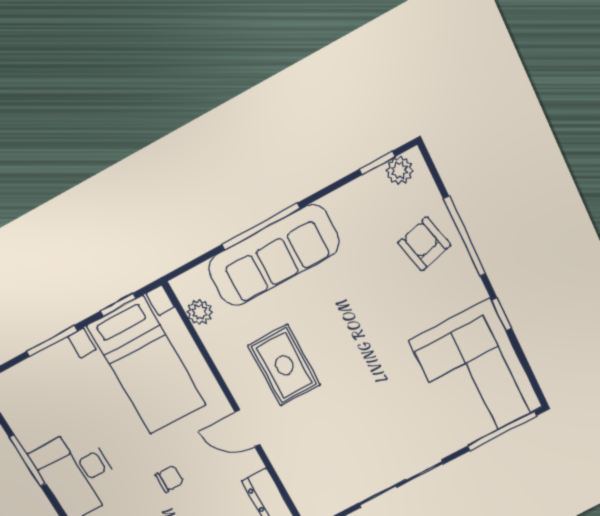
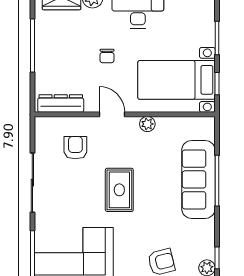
plant: (200, 312) -> (147, 124), moved
rug: (284, 365) -> (119, 190), moved, turned 90
door: (247, 428) -> (112, 114), hinge flipped
armchair: (322, 453) -> (75, 148), added

